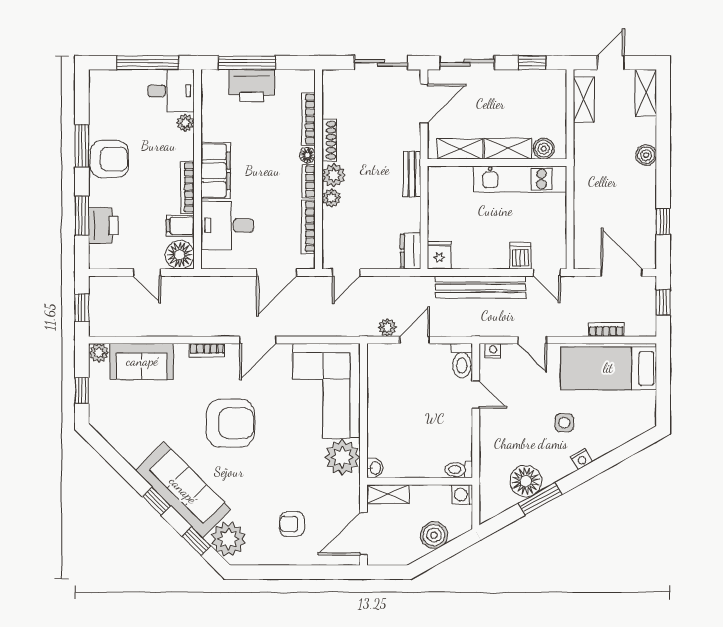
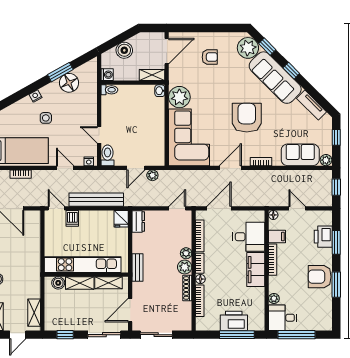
kitchen unit: (520, 179) -> (83, 265), width x1.36
floor lamp: (180, 255) -> (273, 215), width x0.53, depth x0.53
armchair: (230, 423) -> (247, 118), turned 90
tv unit: (123, 444) -> (312, 105), added

